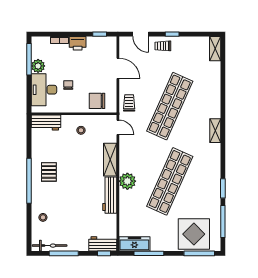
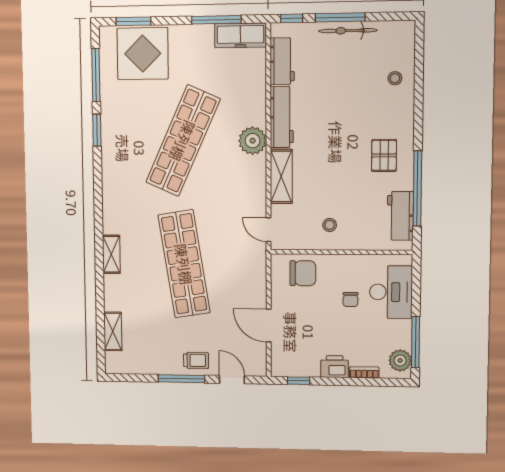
window: (172, 34) -> (181, 379), width x2.17
shelving: (215, 49) -> (113, 331), moved
plant: (38, 66) -> (400, 360), moved
trolley: (129, 103) -> (250, 270), removed
shop shelf: (170, 106) -> (184, 264), turned -33
workbench: (46, 123) -> (400, 216), moved, turned -90
shelving: (215, 131) -> (111, 254), moved
window: (29, 181) -> (417, 189), moved
workbench: (103, 244) -> (282, 61), moved, turned -90
bicycle: (50, 246) -> (348, 31), moved
window: (64, 253) -> (340, 17), moved
window: (199, 253) -> (133, 21), width x0.69

